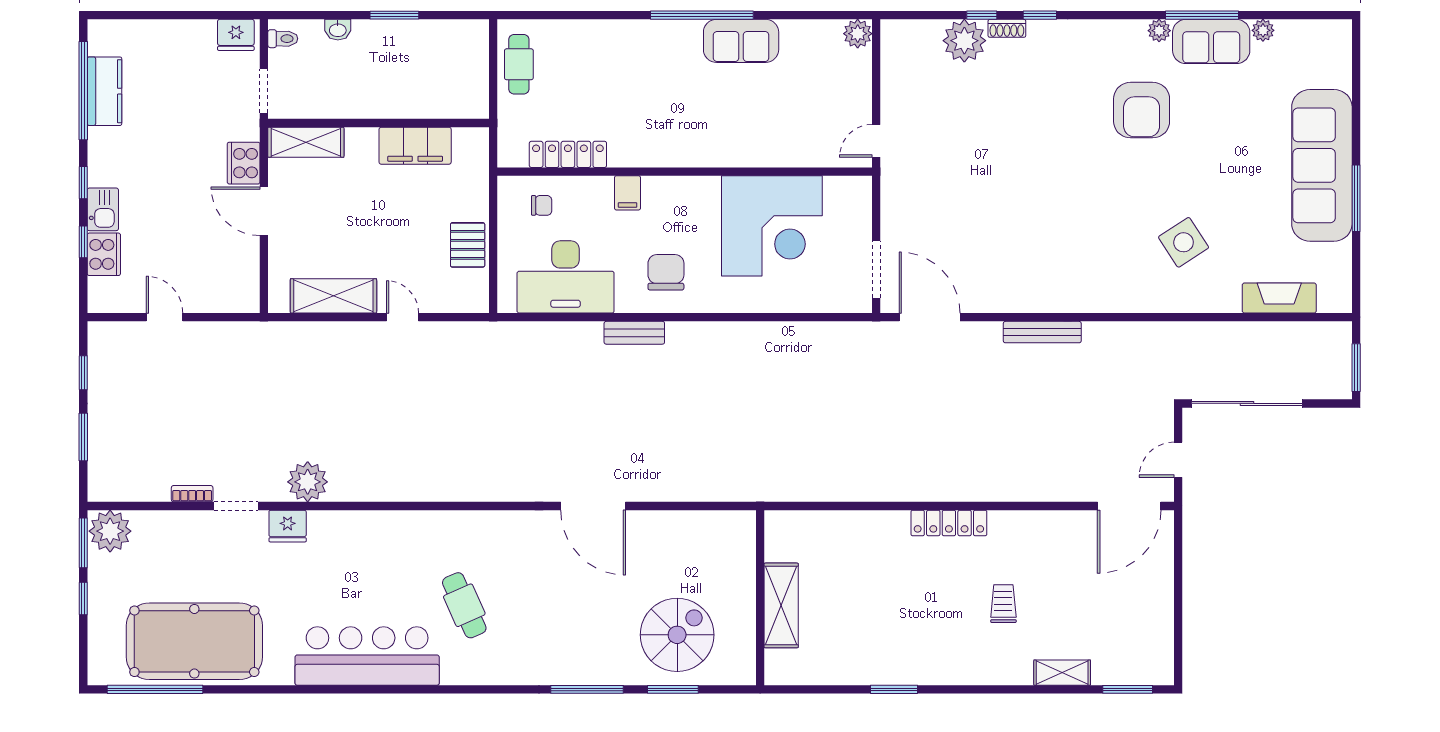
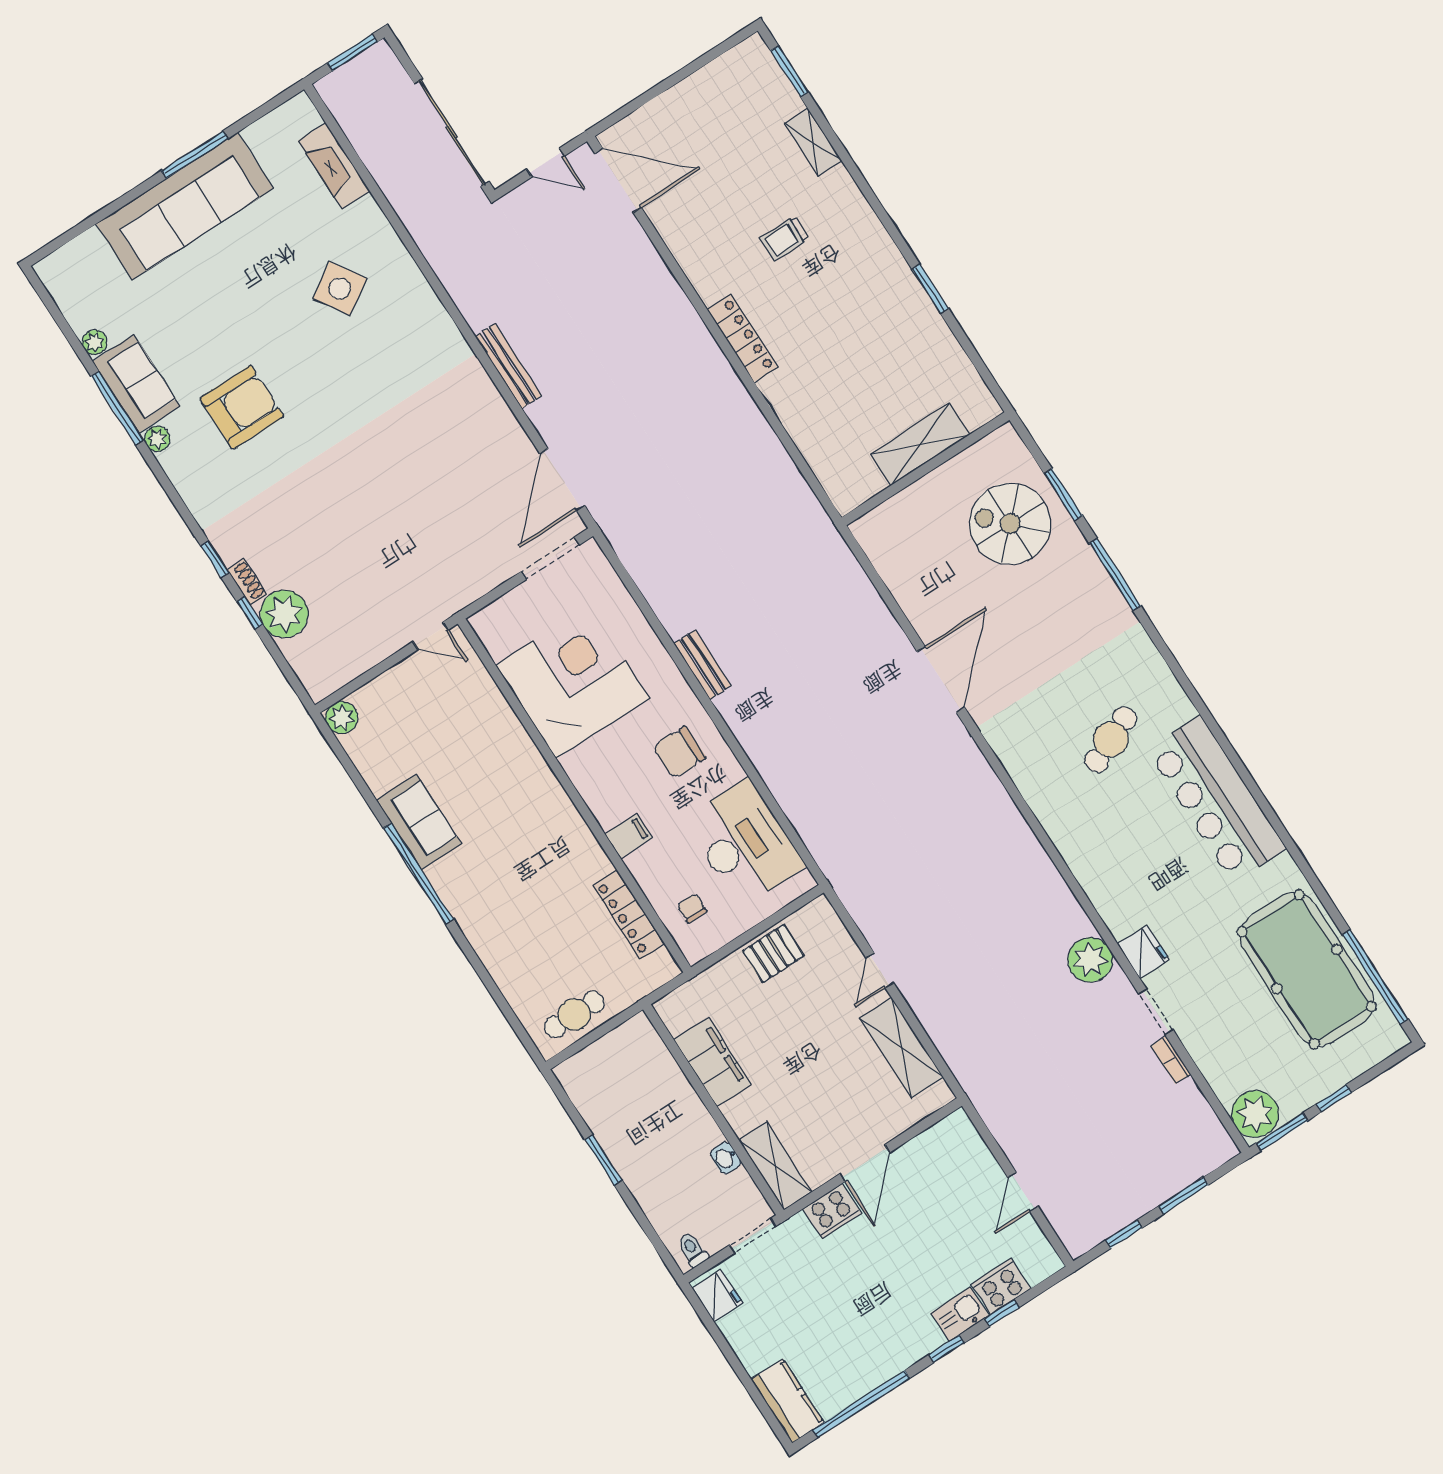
washbasin: (338, 30) -> (726, 1158), moved, turned 180
kitchen counter: (105, 91) -> (787, 1401), moved, turned 90
bench: (634, 333) -> (703, 665), moved

